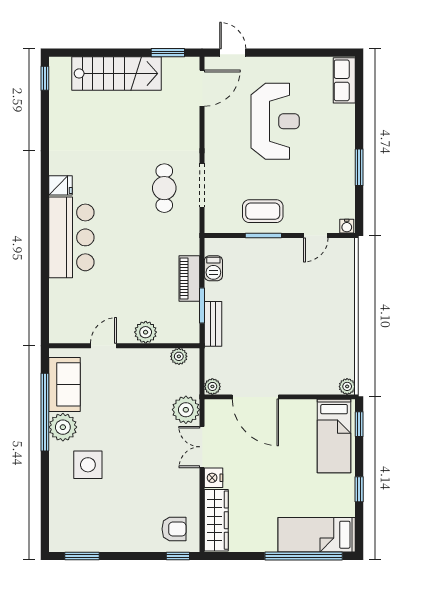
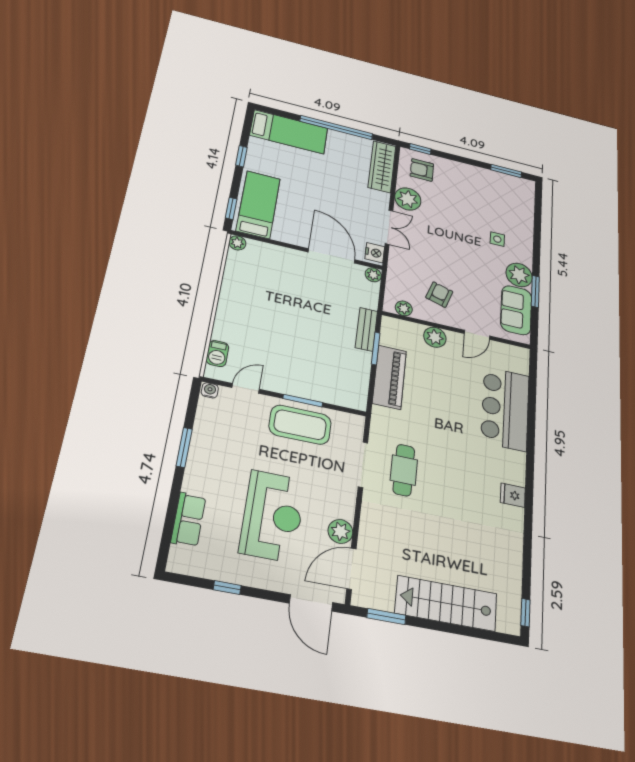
door: (233, 53) -> (311, 603), width x1.38
window: (303, 53) -> (227, 588), added
row of seats: (344, 80) -> (188, 520), moved
plant: (215, 119) -> (340, 531), added
reception desk: (275, 121) -> (273, 516), turned 180
coffee table: (263, 211) -> (300, 425), width x1.36, depth x1.32
bar counter: (71, 237) -> (505, 409), moved
barbecue: (213, 268) -> (217, 354), moved, turned 180
piano: (189, 278) -> (389, 377), width x1.37, depth x1.33
armchair: (145, 382) -> (439, 295), added
plant: (186, 410) -> (408, 199), moved
window: (45, 412) -> (535, 291), width x0.47
side table: (88, 465) -> (497, 239), width x0.54, depth x0.54
nightstand: (214, 478) -> (375, 253), moved
window: (304, 556) -> (336, 127), moved

